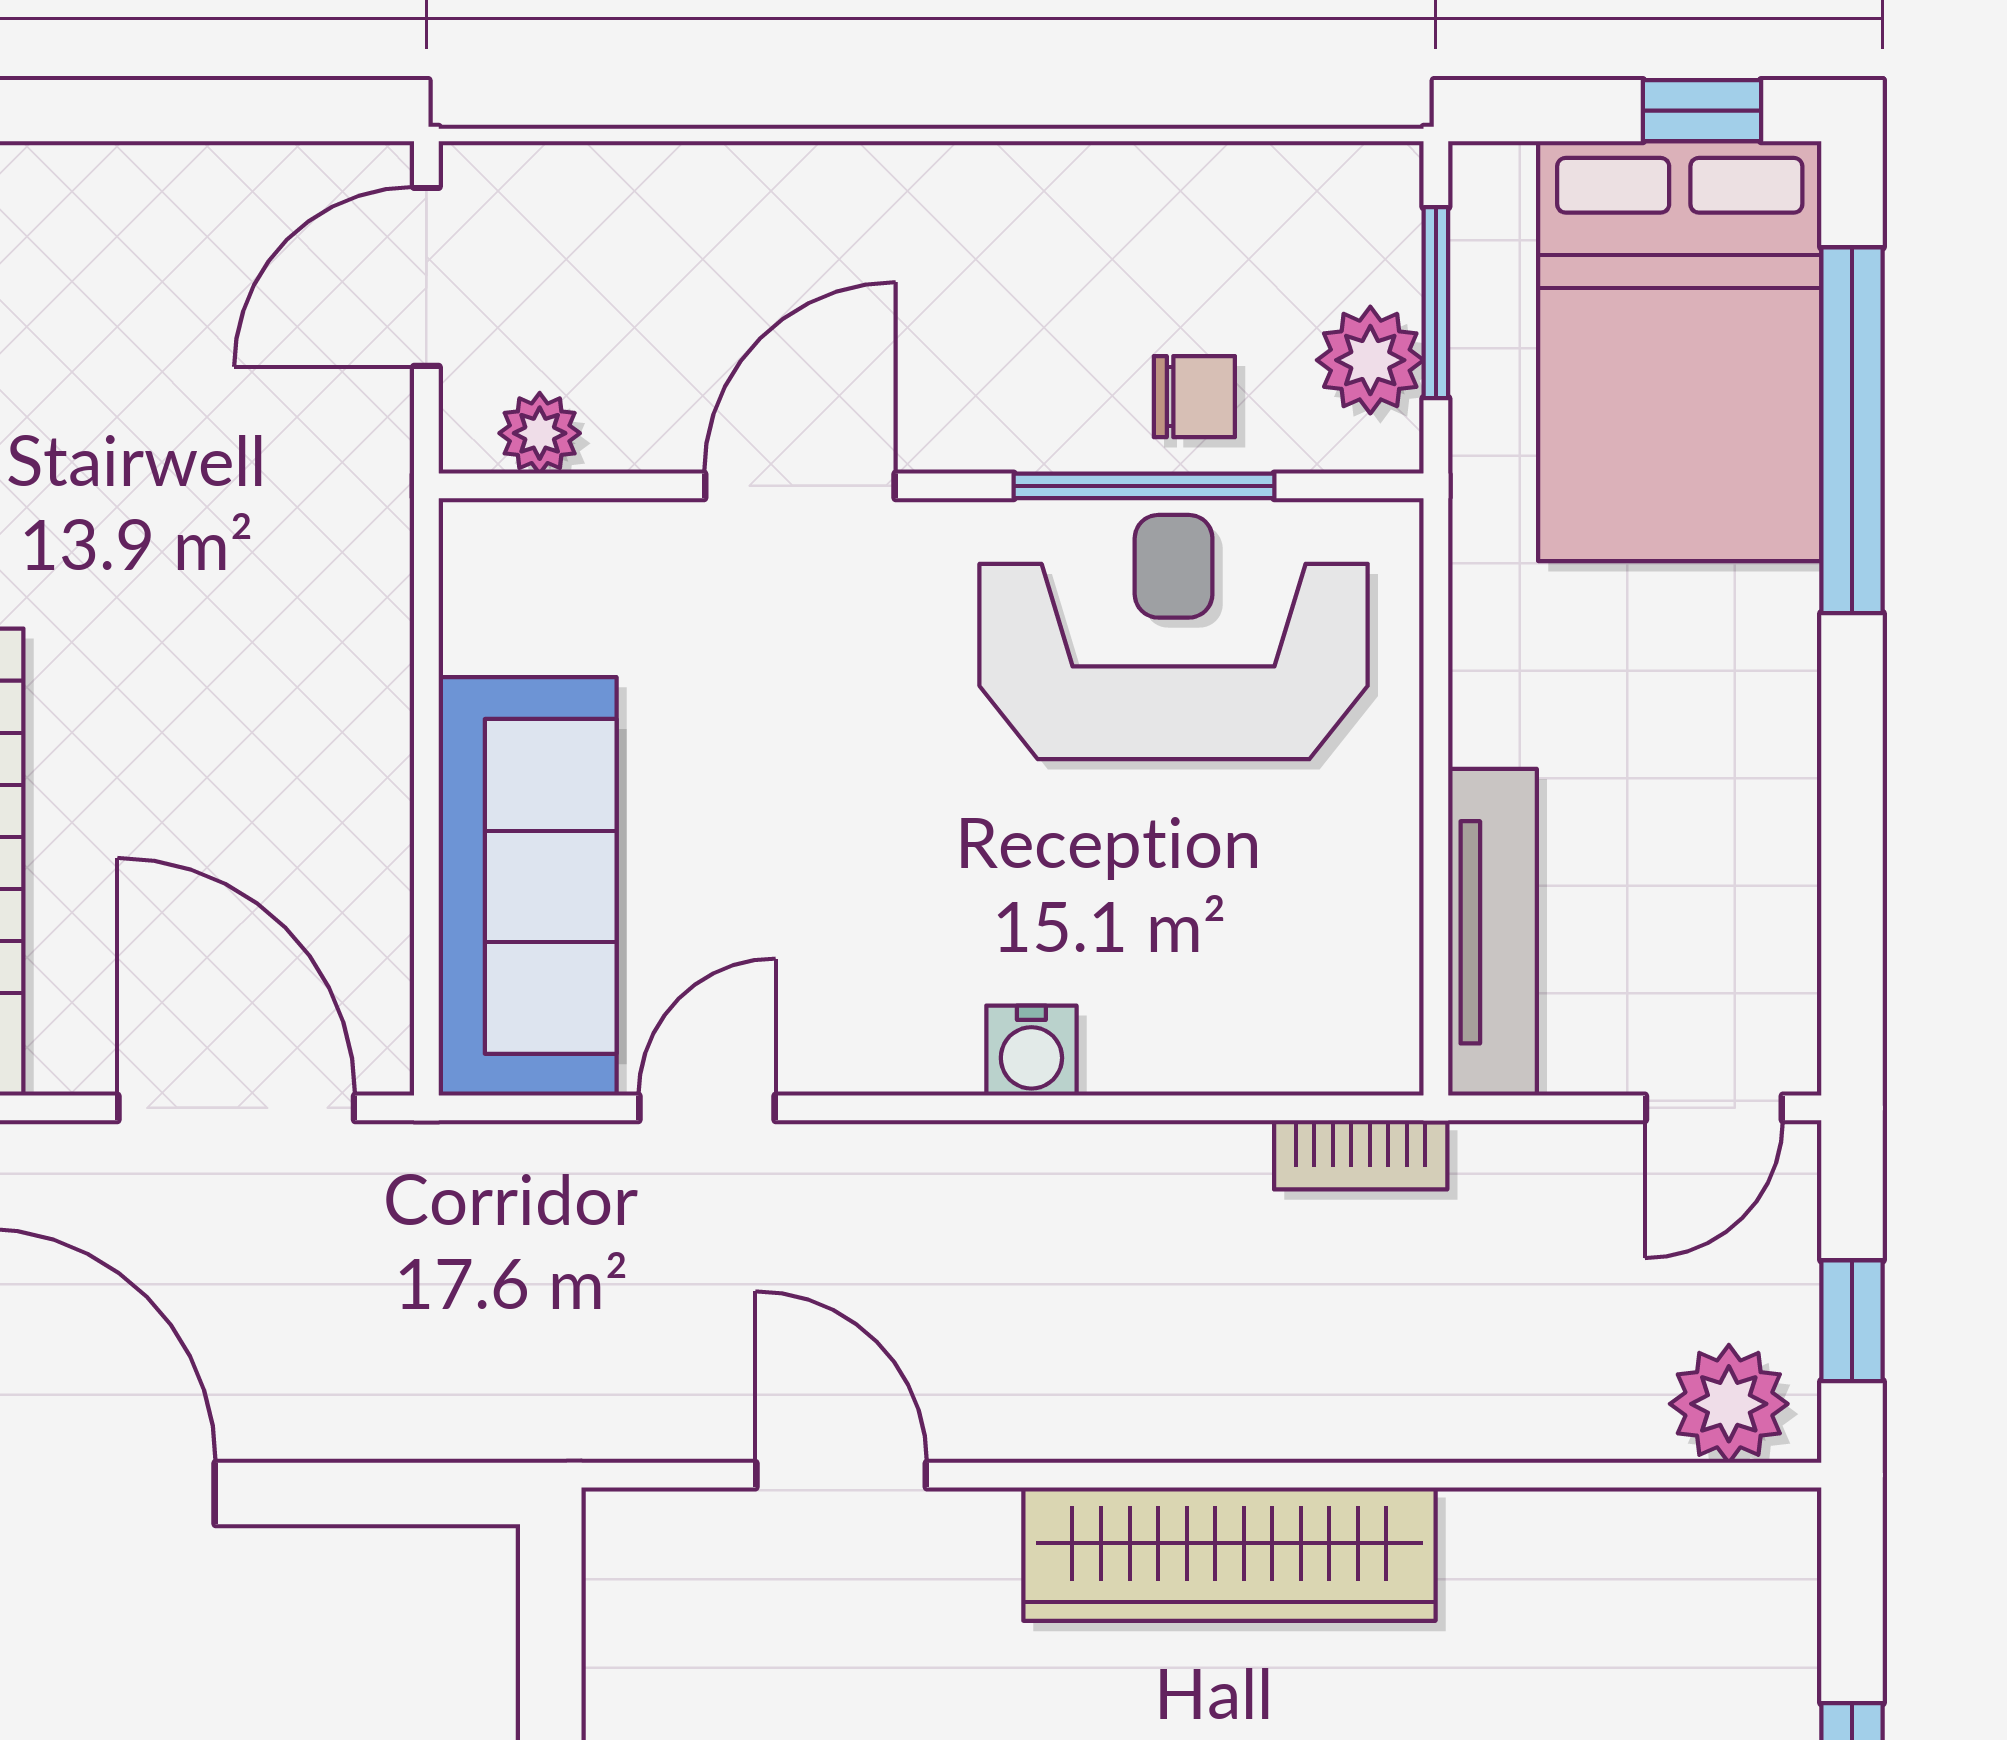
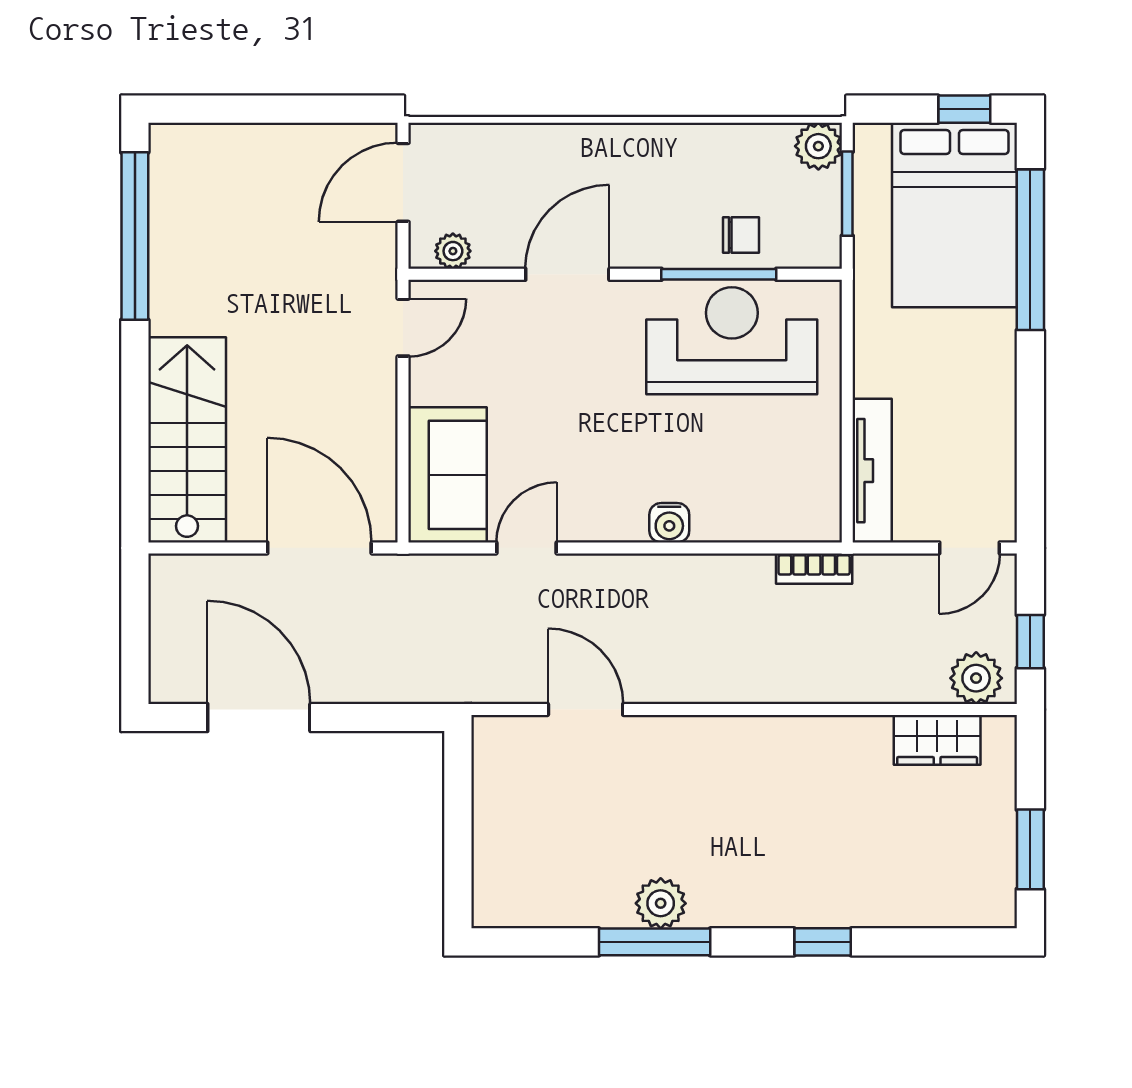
plant: (1370, 360) -> (818, 146), moved
door: (426, 607) -> (403, 328), added
sofa: (528, 886) -> (448, 475), width x0.73
wardrobe: (1229, 1554) -> (937, 740), moved, width x0.48, depth x0.85

